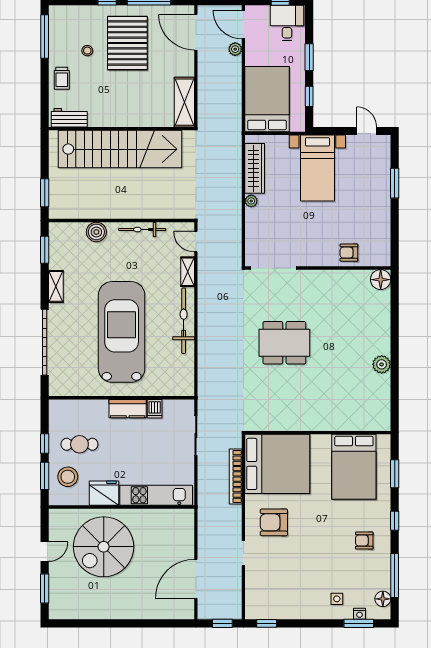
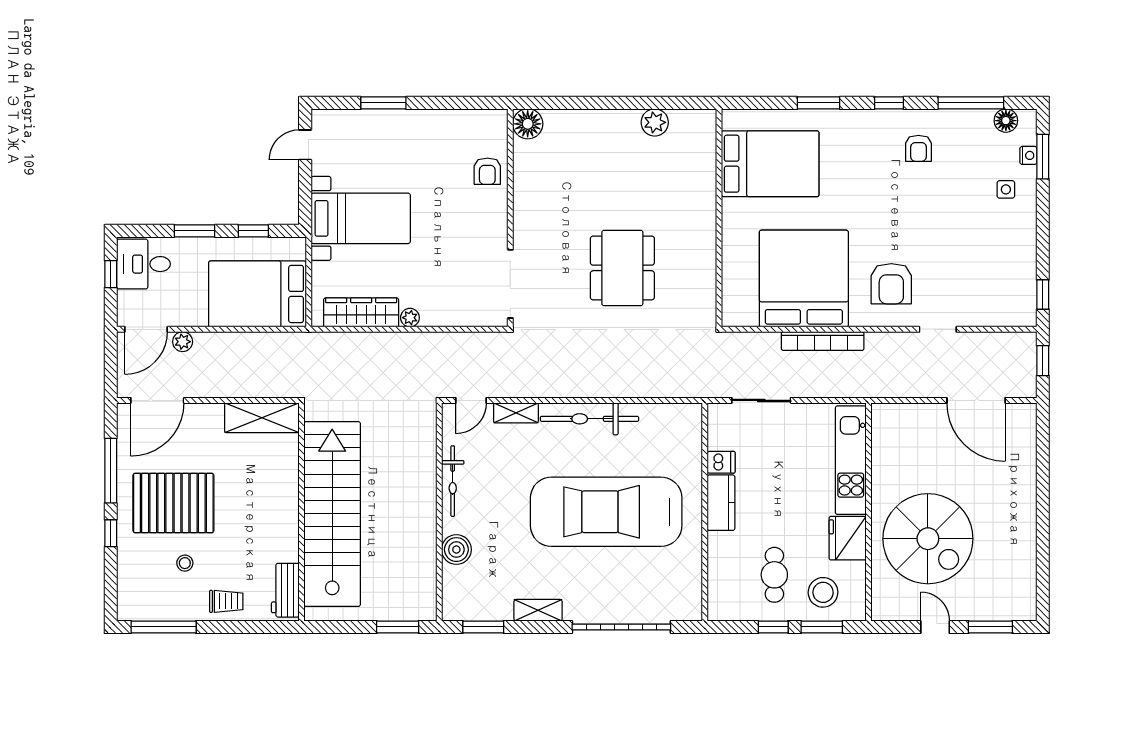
wall: (318, 433) -> (719, 218), moved
bed: (354, 467) -> (770, 164), moved

